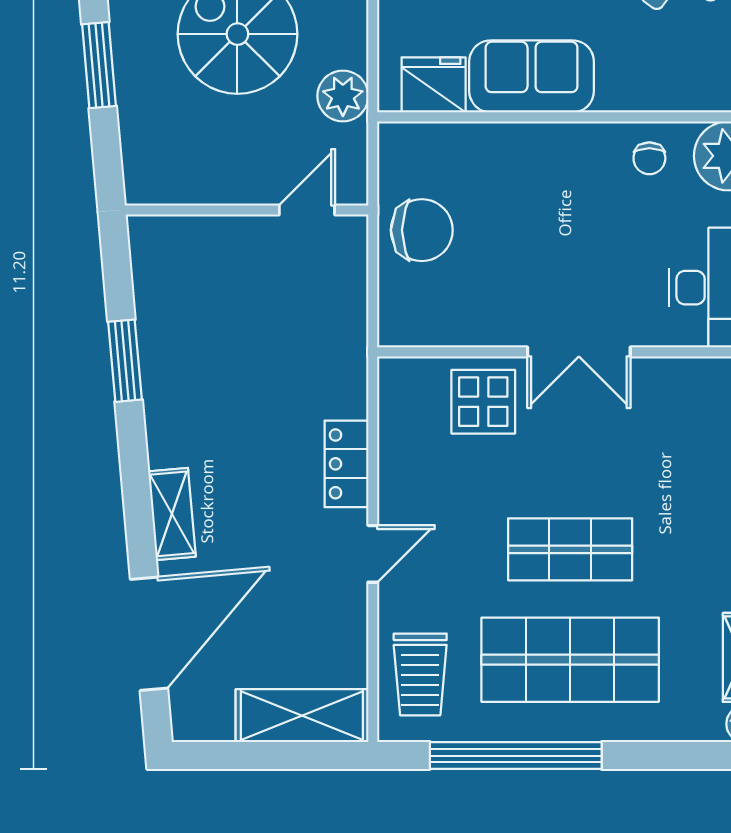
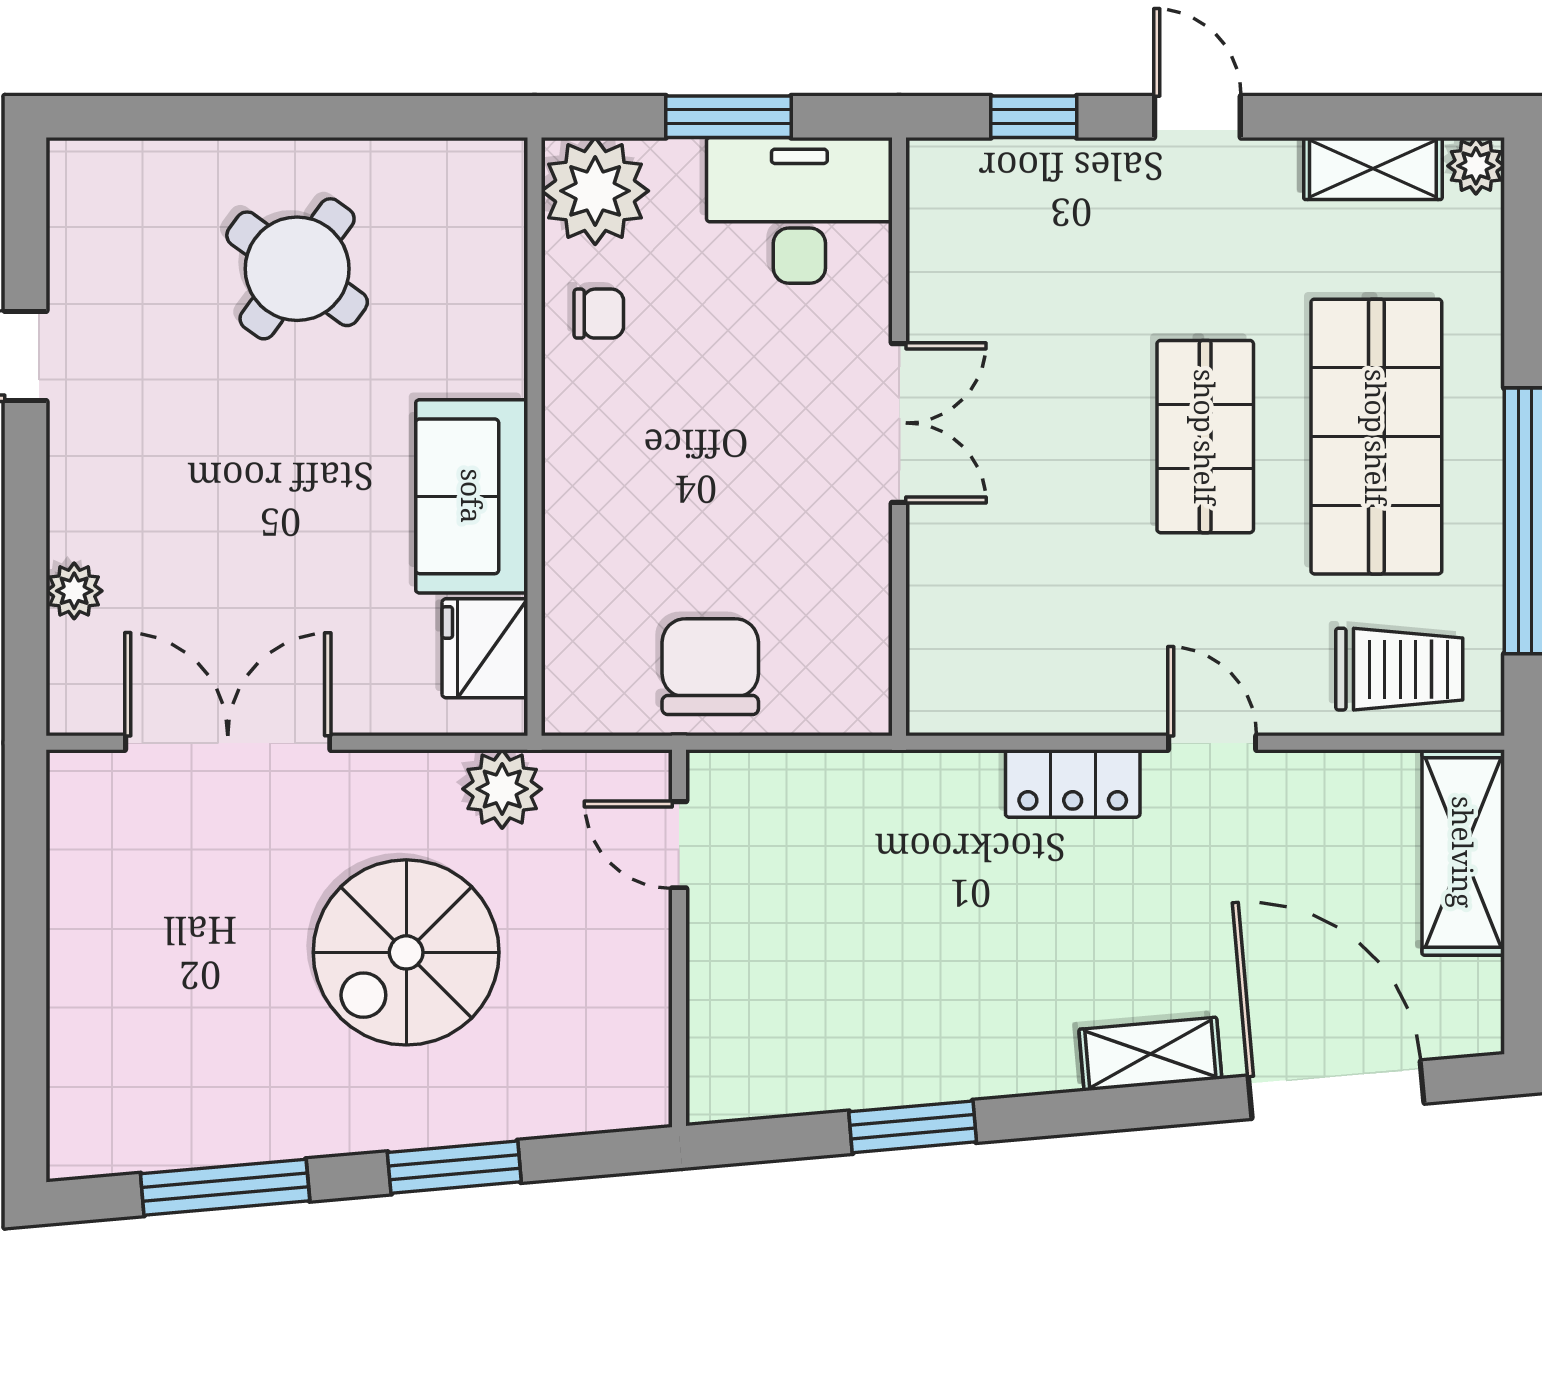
display table: (483, 402) -> (976, 571), removed

